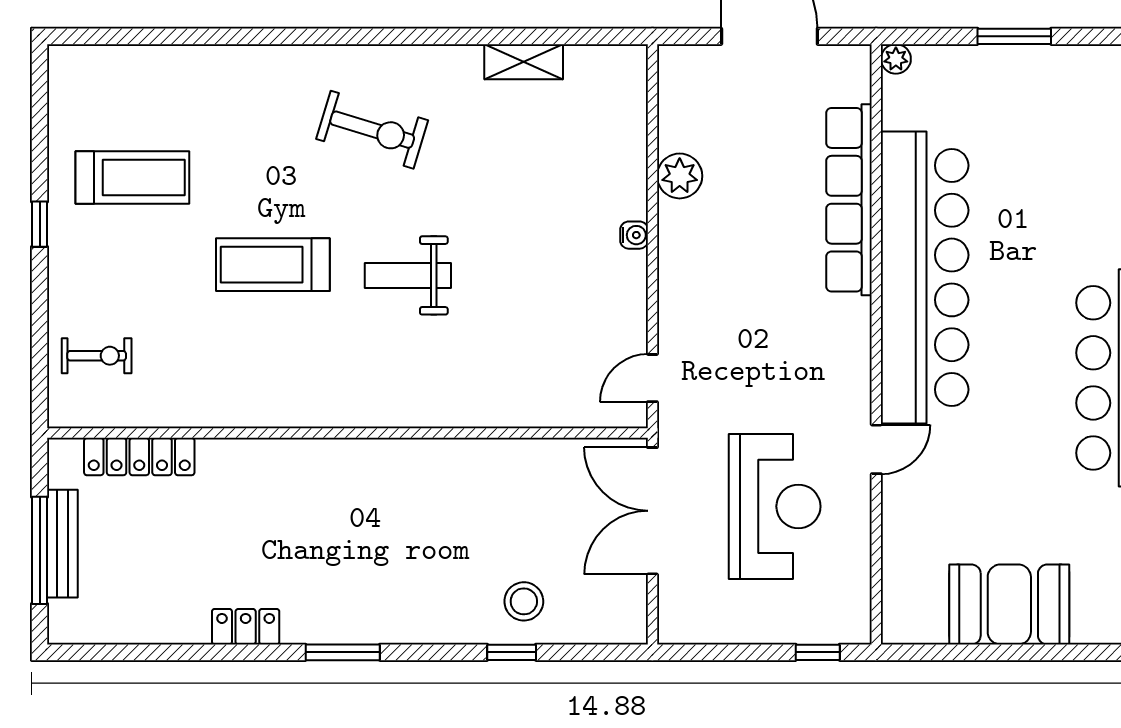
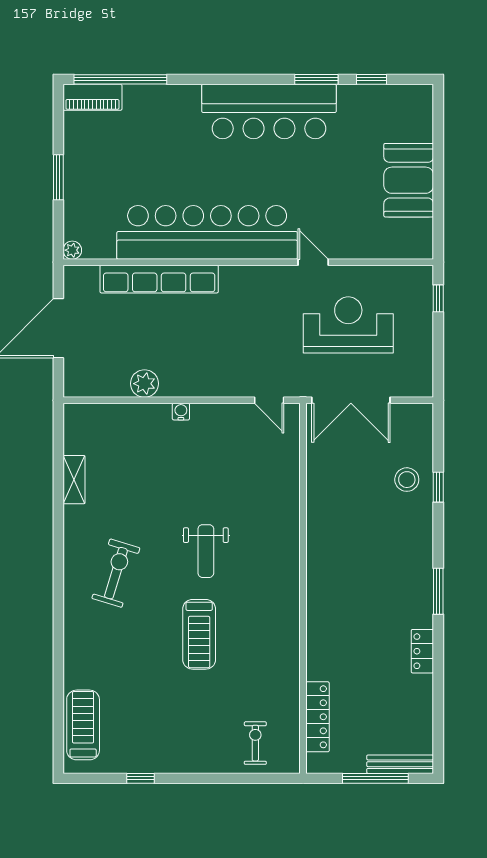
treadmill: (132, 178) -> (83, 725), moved
window: (40, 224) -> (140, 778), moved
bench: (62, 544) -> (400, 764), moved

